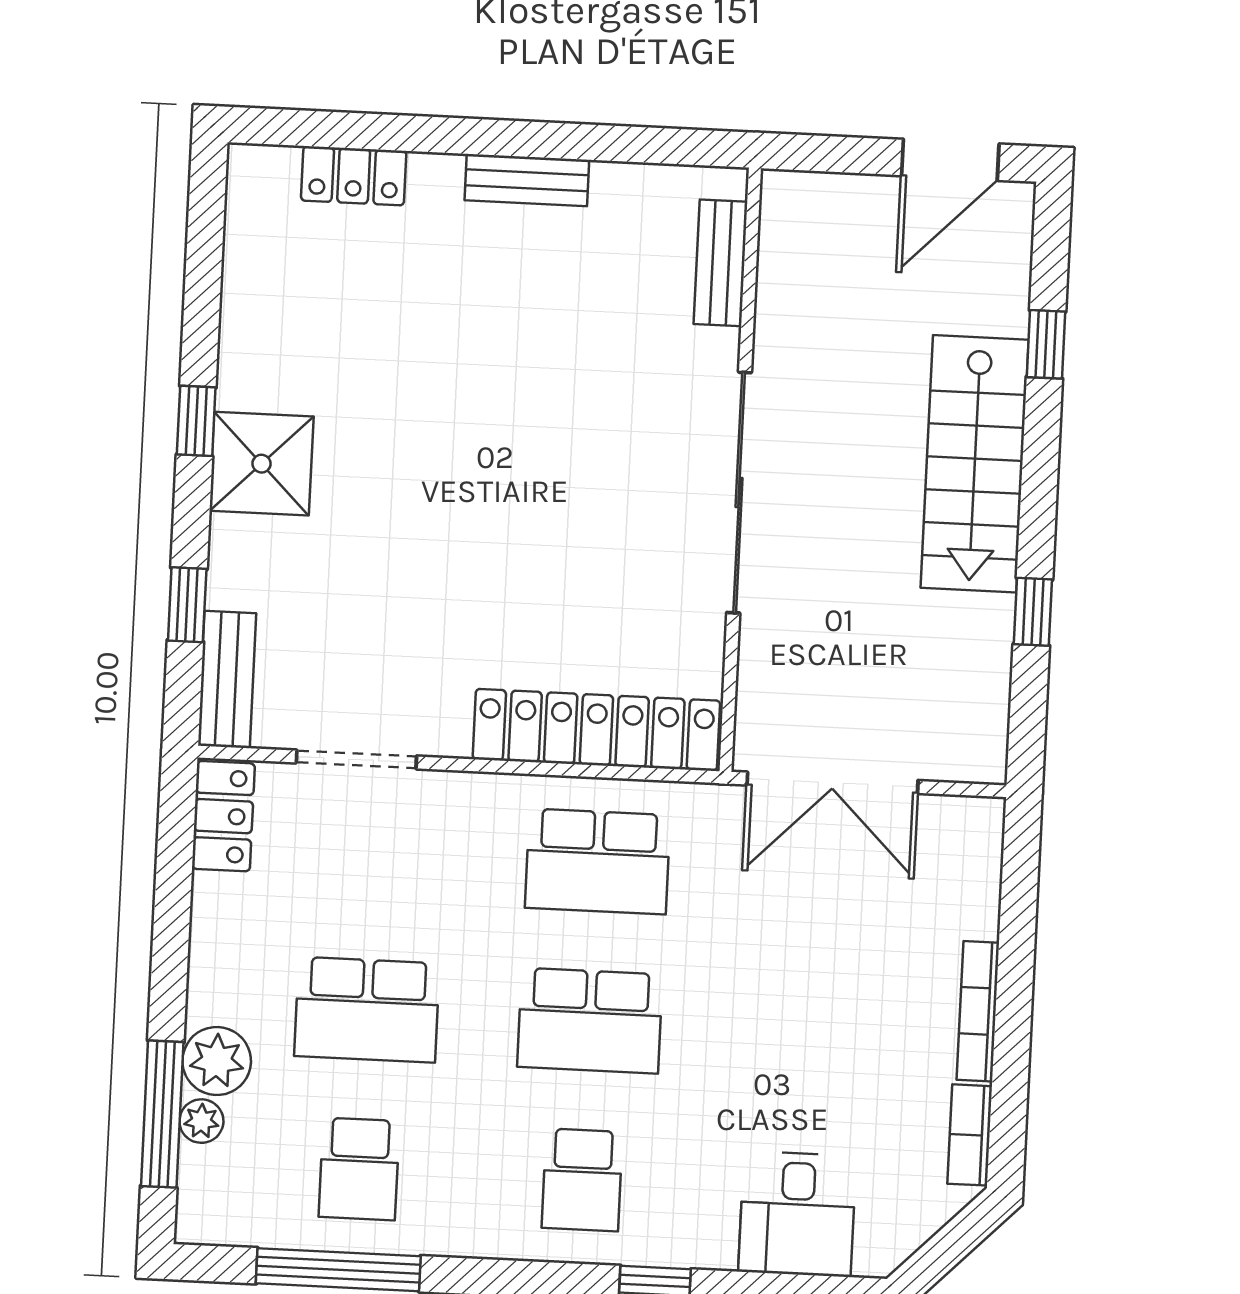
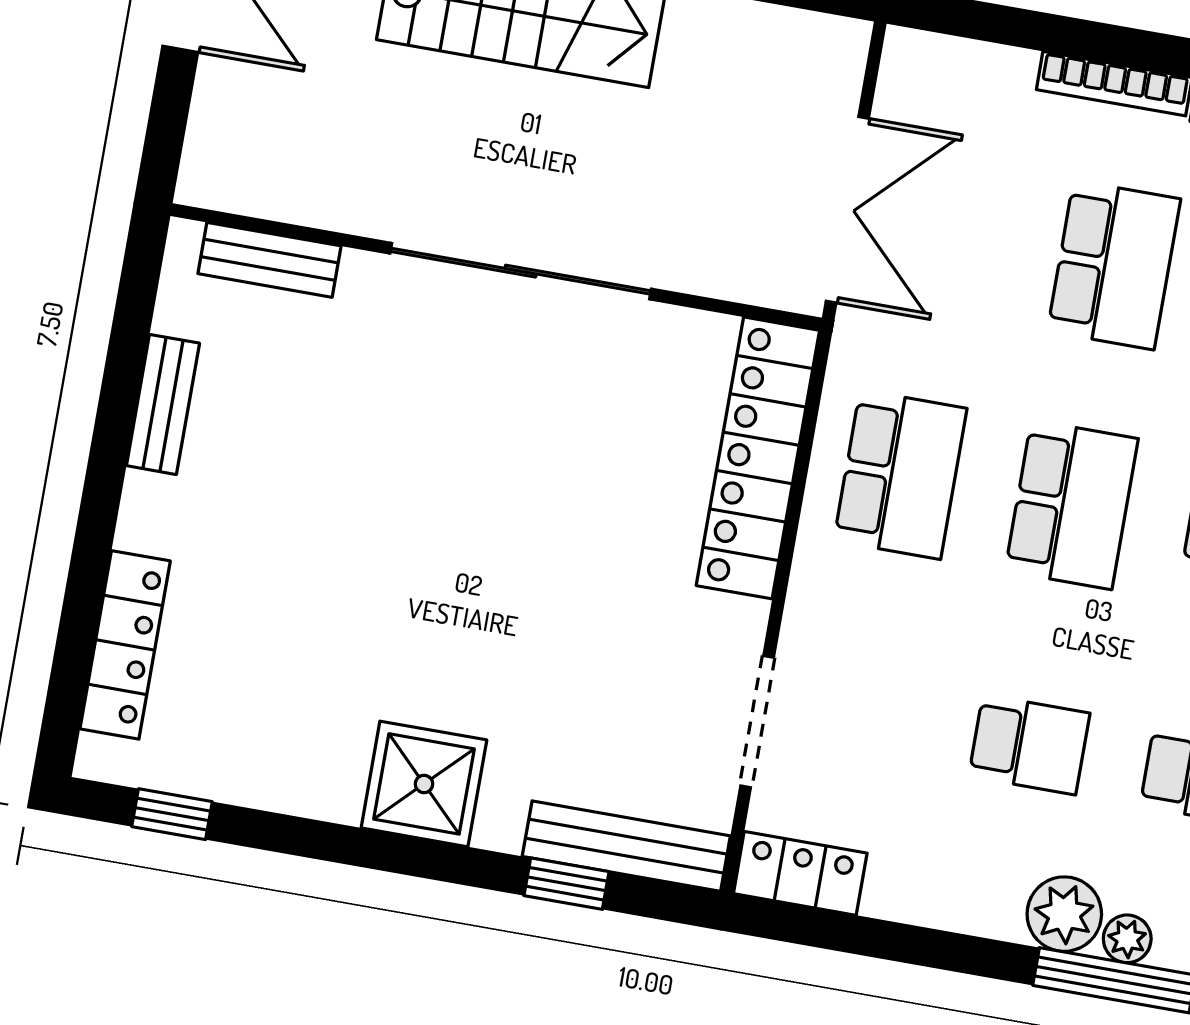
locker: (354, 176) -> (125, 645), width x1.53
bench: (527, 180) -> (163, 404), moved
window: (196, 421) -> (172, 814), moved
bench: (227, 679) -> (626, 846), width x1.36
school desk: (367, 1010) -> (1029, 745), width x0.54
school desk: (813, 1032) -> (1114, 265), added

